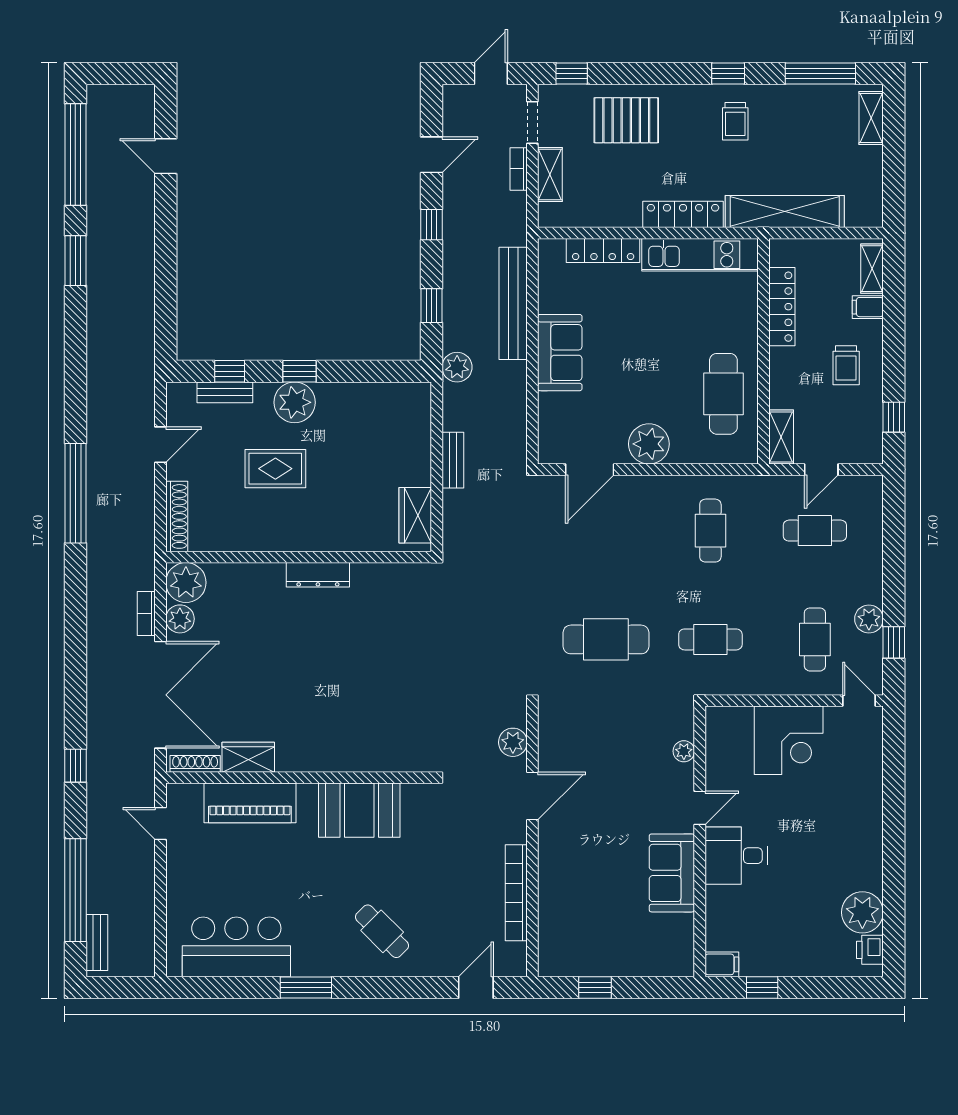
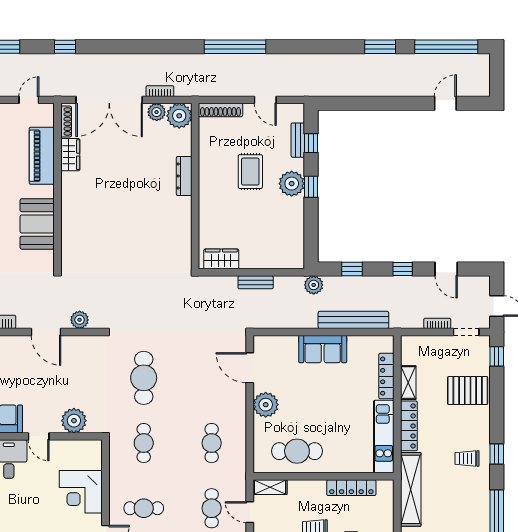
pallet: (626, 120) -> (468, 391), turned 90
shelving: (550, 175) -> (408, 383), moved, turned 90
cafe table: (710, 531) -> (212, 443), turned 90
dresser: (318, 575) -> (184, 176), moved
plant: (684, 751) -> (74, 421), width x1.88, depth x1.88

